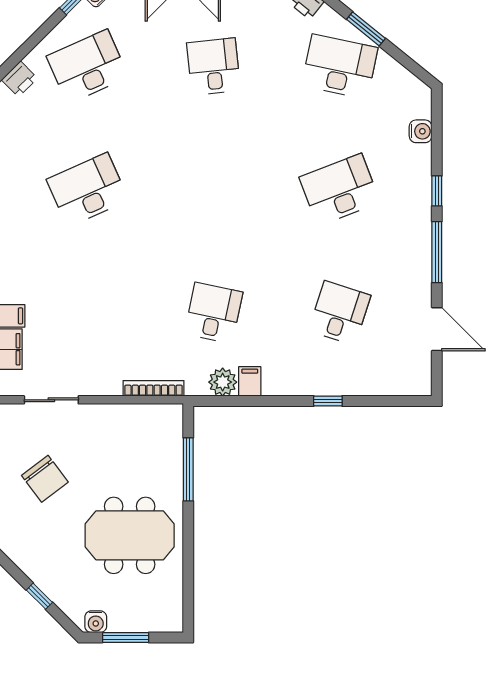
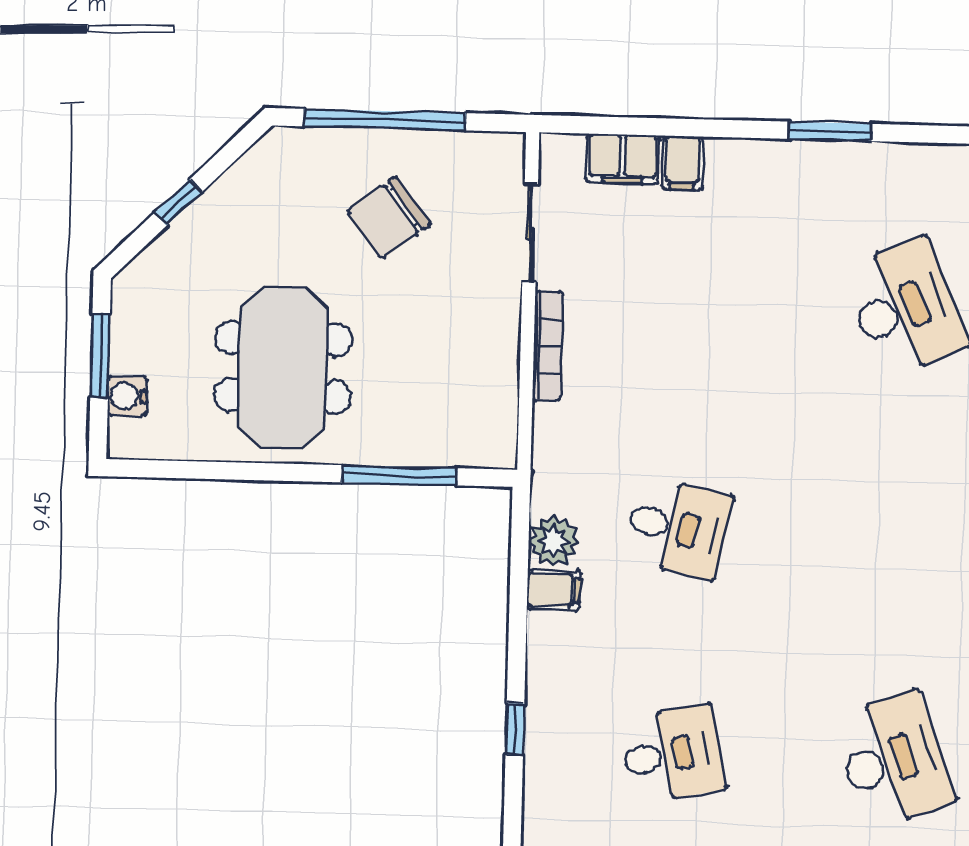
desk: (340, 313) -> (672, 754), turned -30
bookcase: (154, 388) -> (548, 346), moved
water cooler: (96, 622) -> (127, 396), moved

